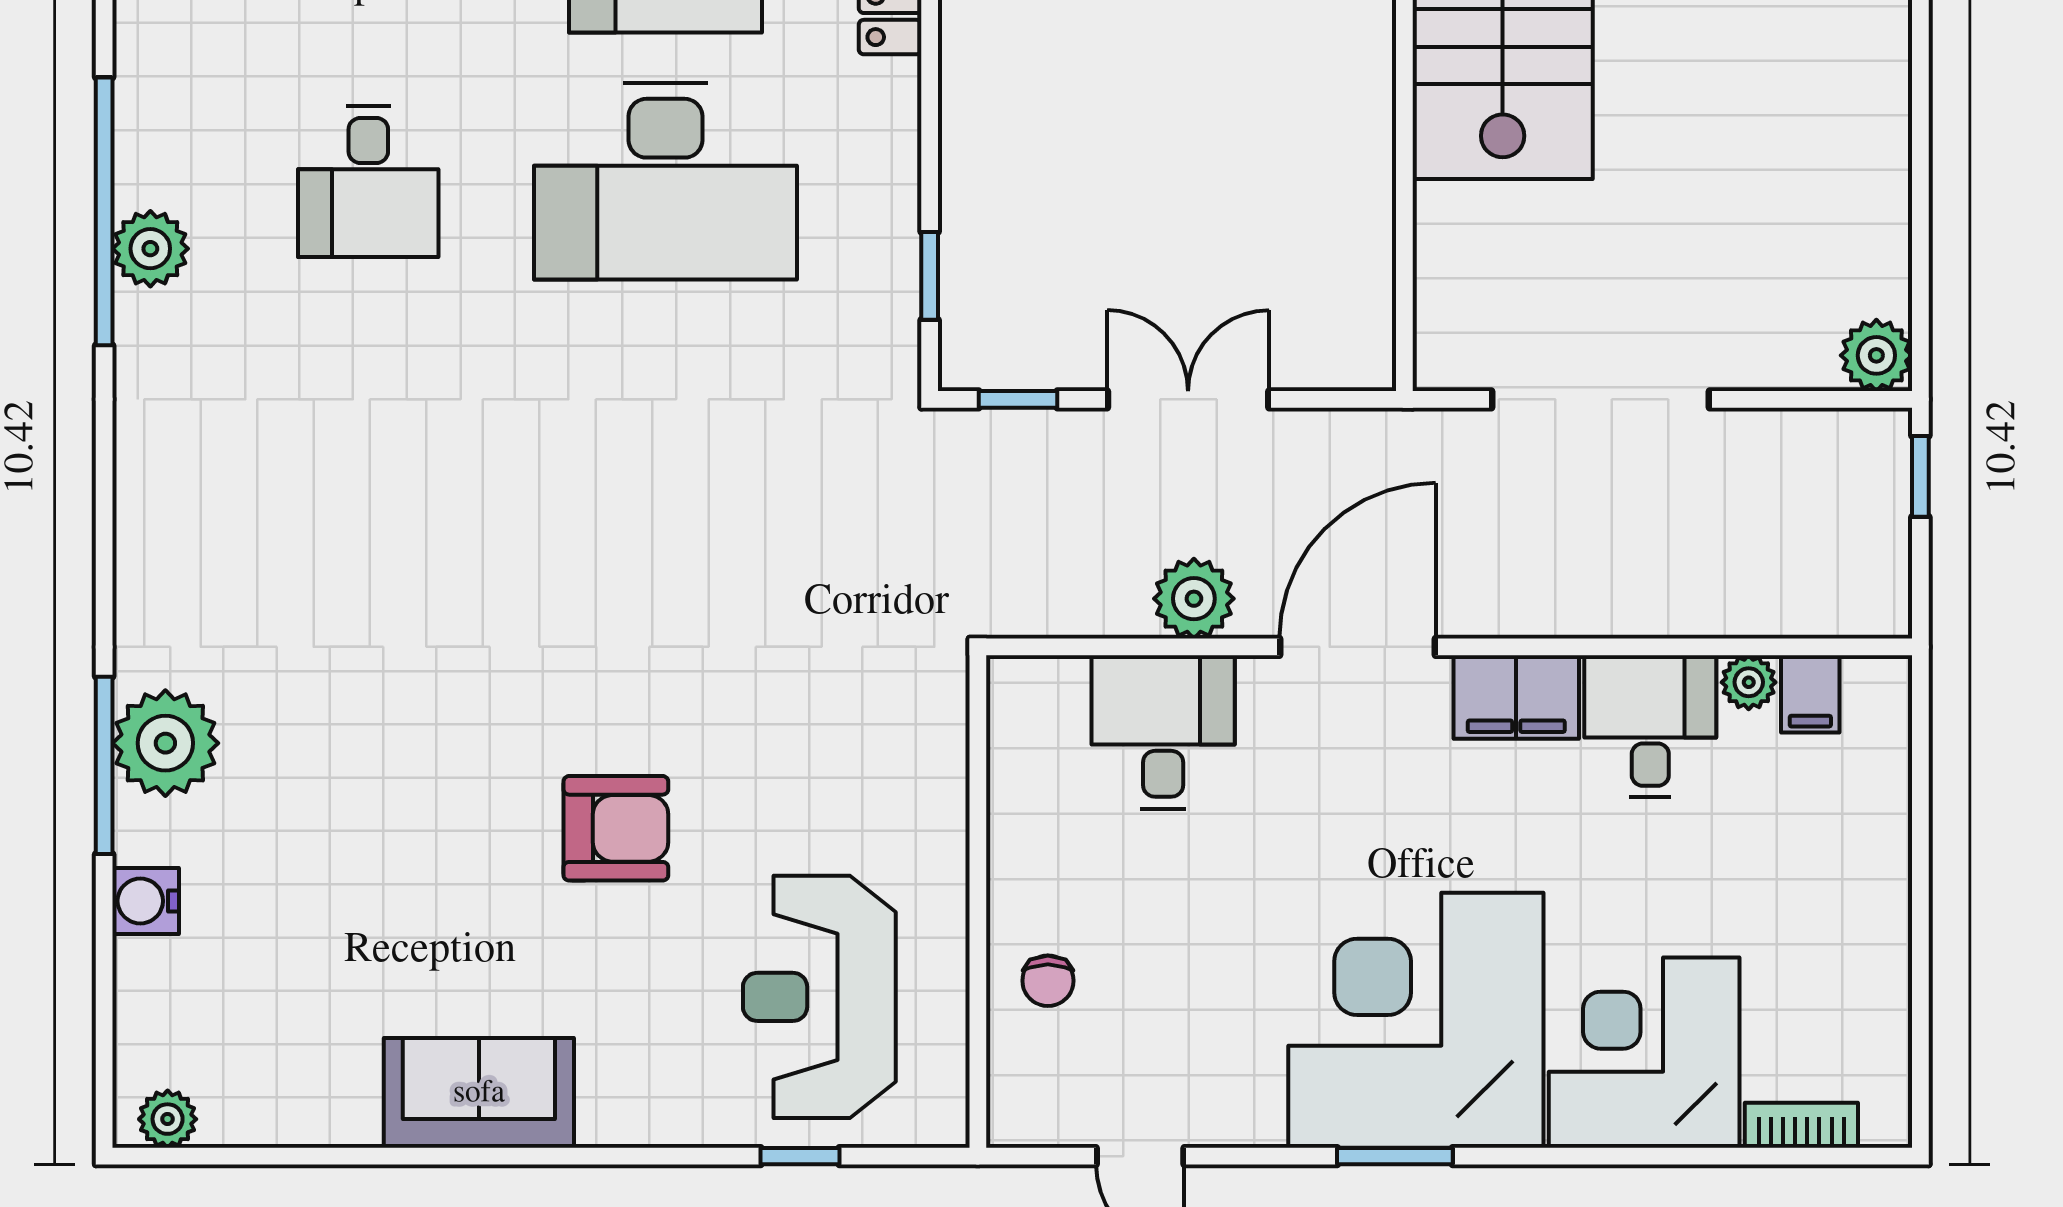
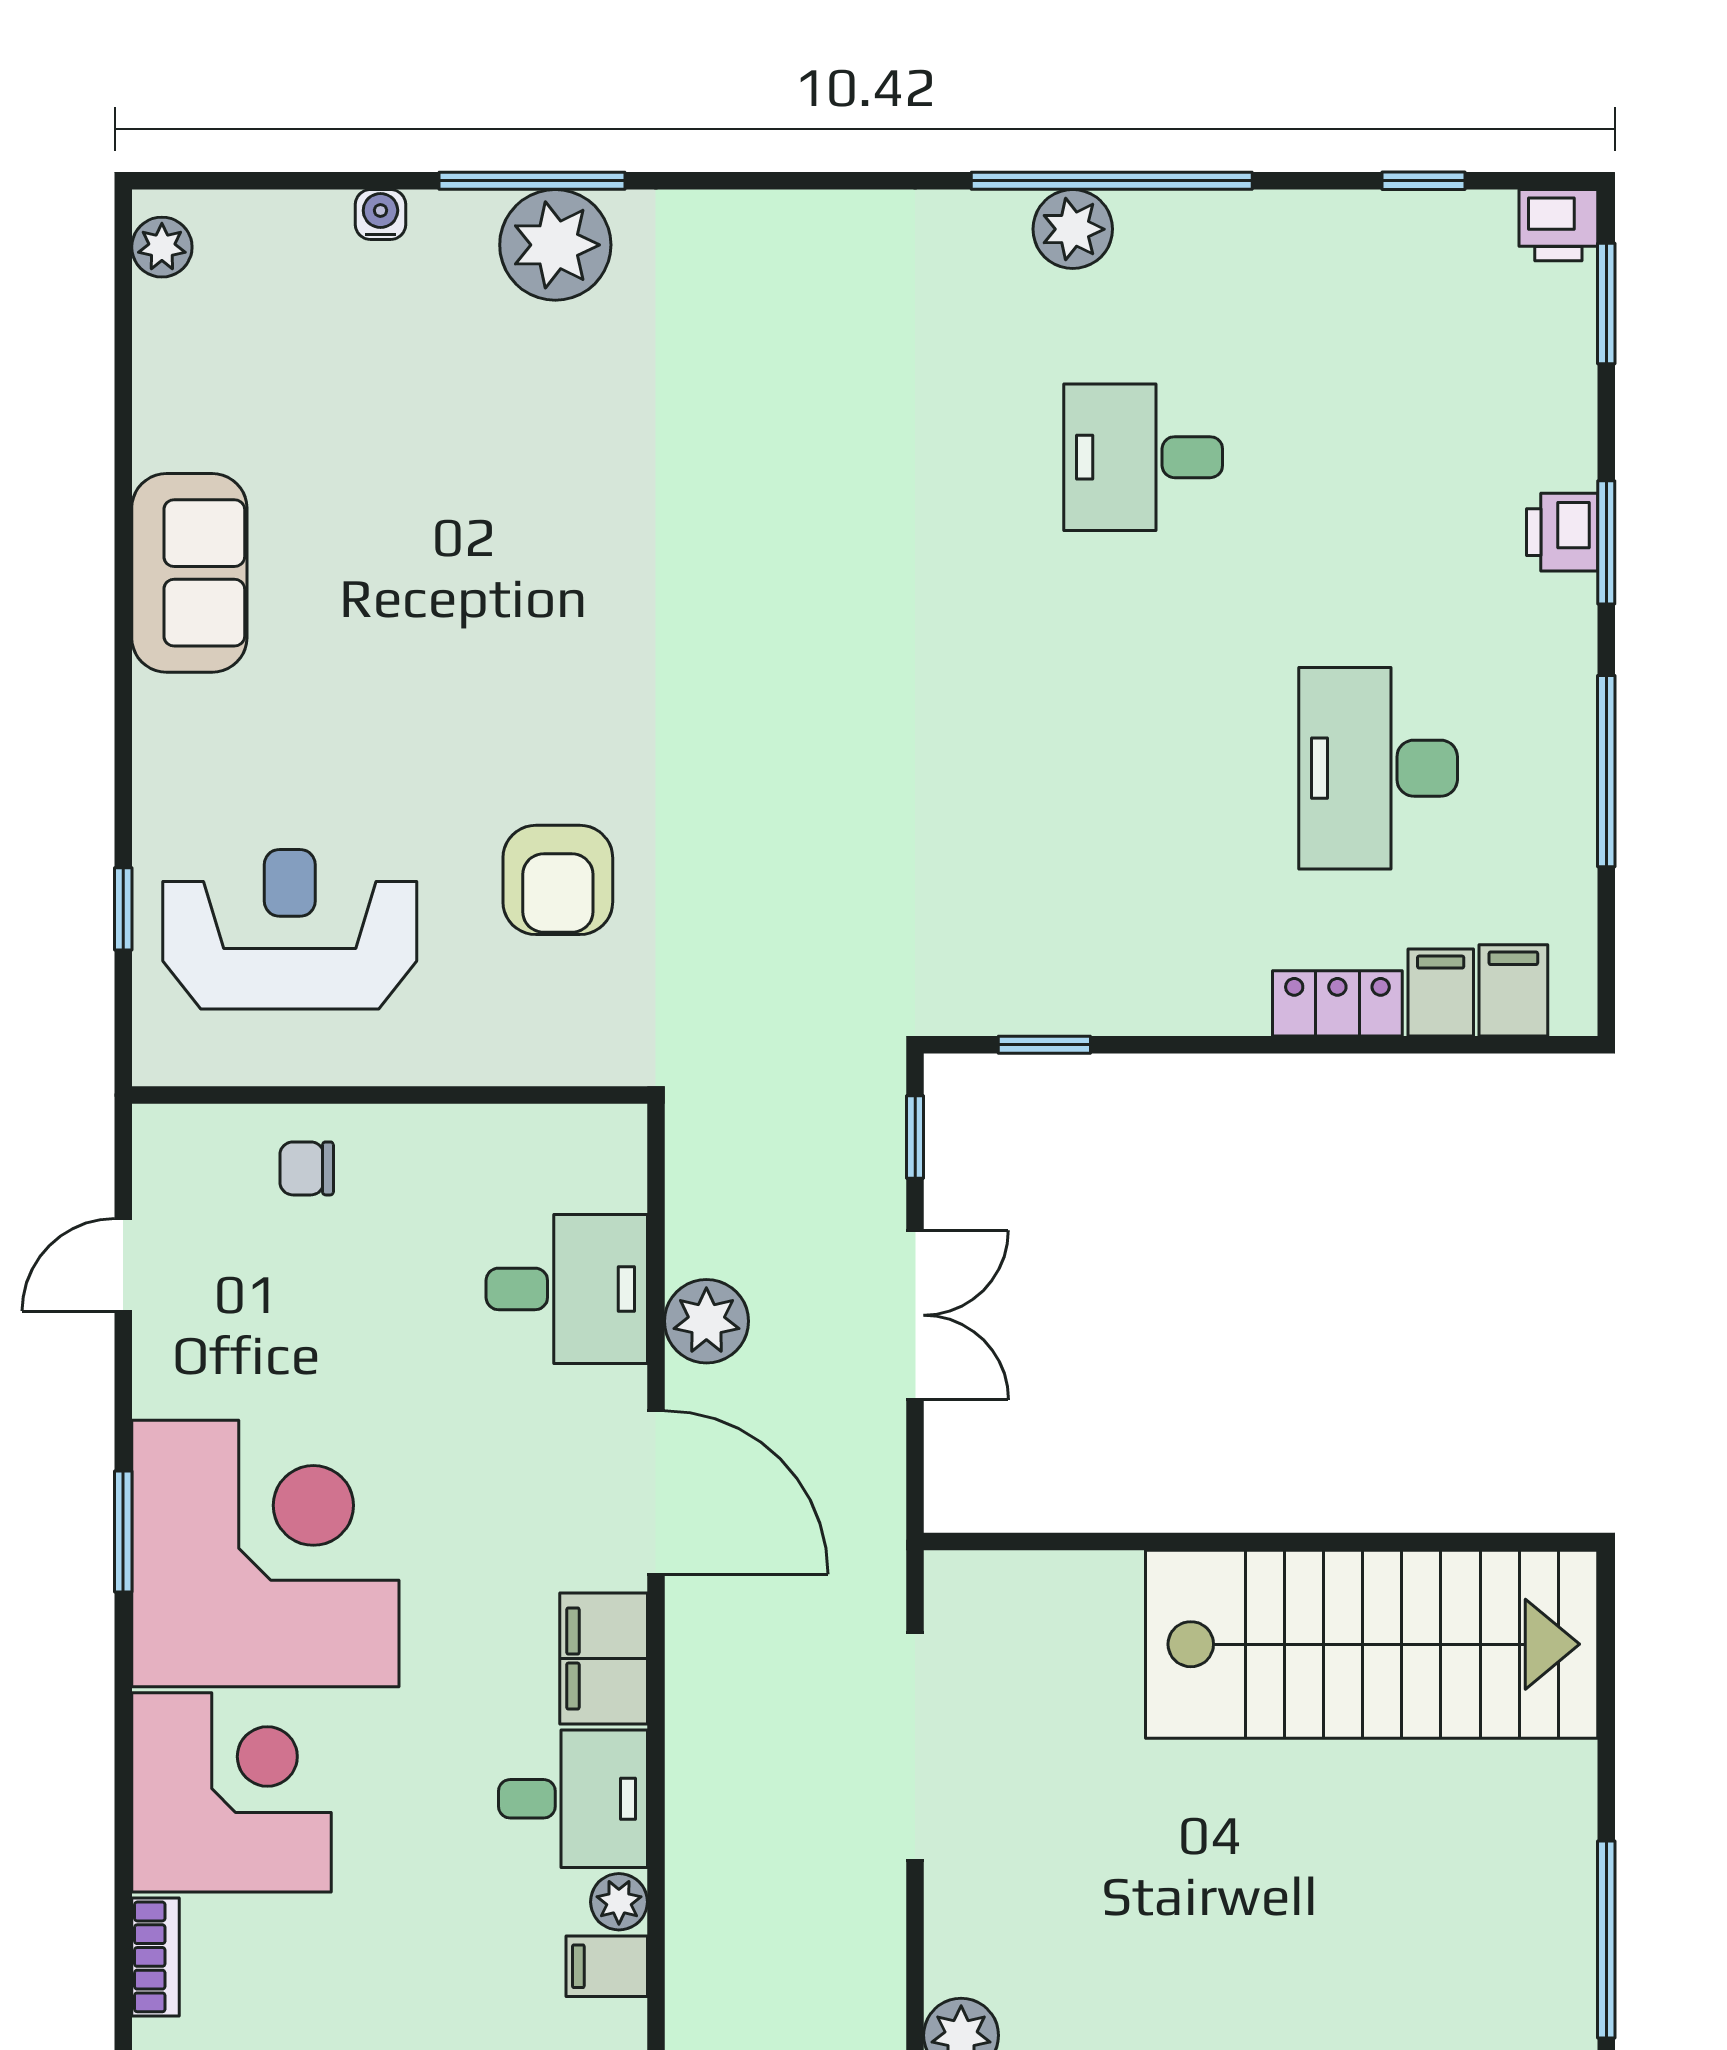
desk: (666, 181) -> (1143, 768), removed
armchair: (616, 828) -> (558, 880), moved
water cooler: (146, 901) -> (380, 215), width x0.72, depth x0.72

